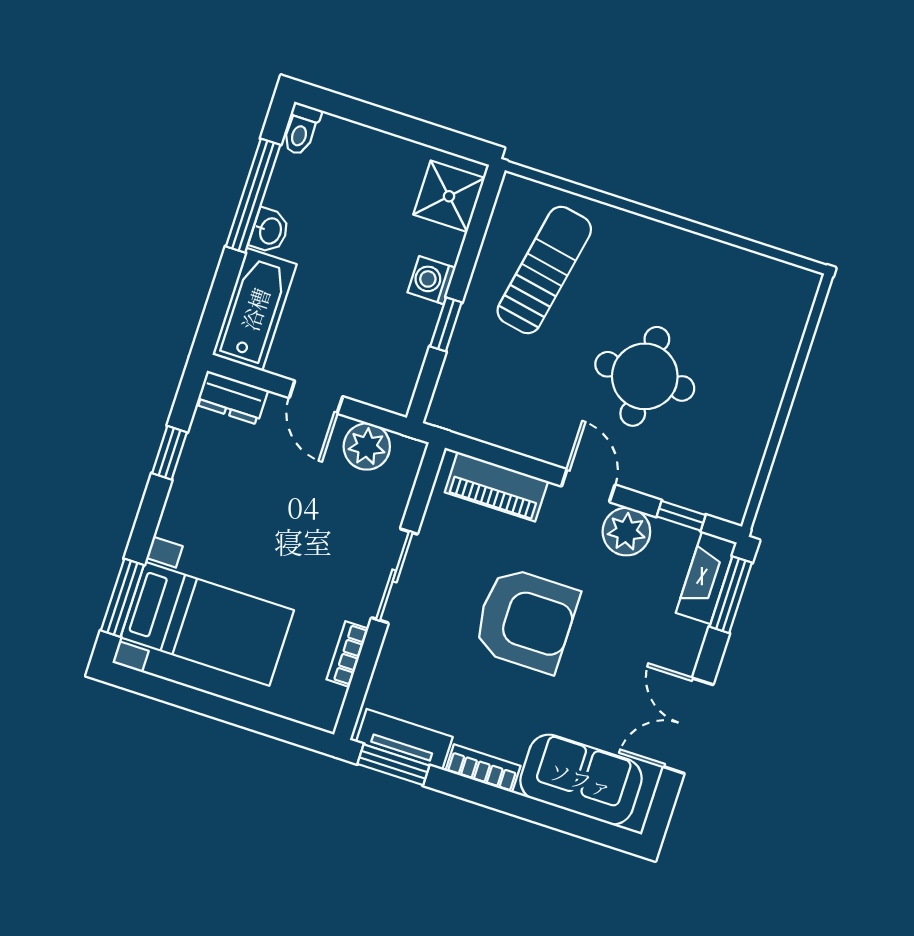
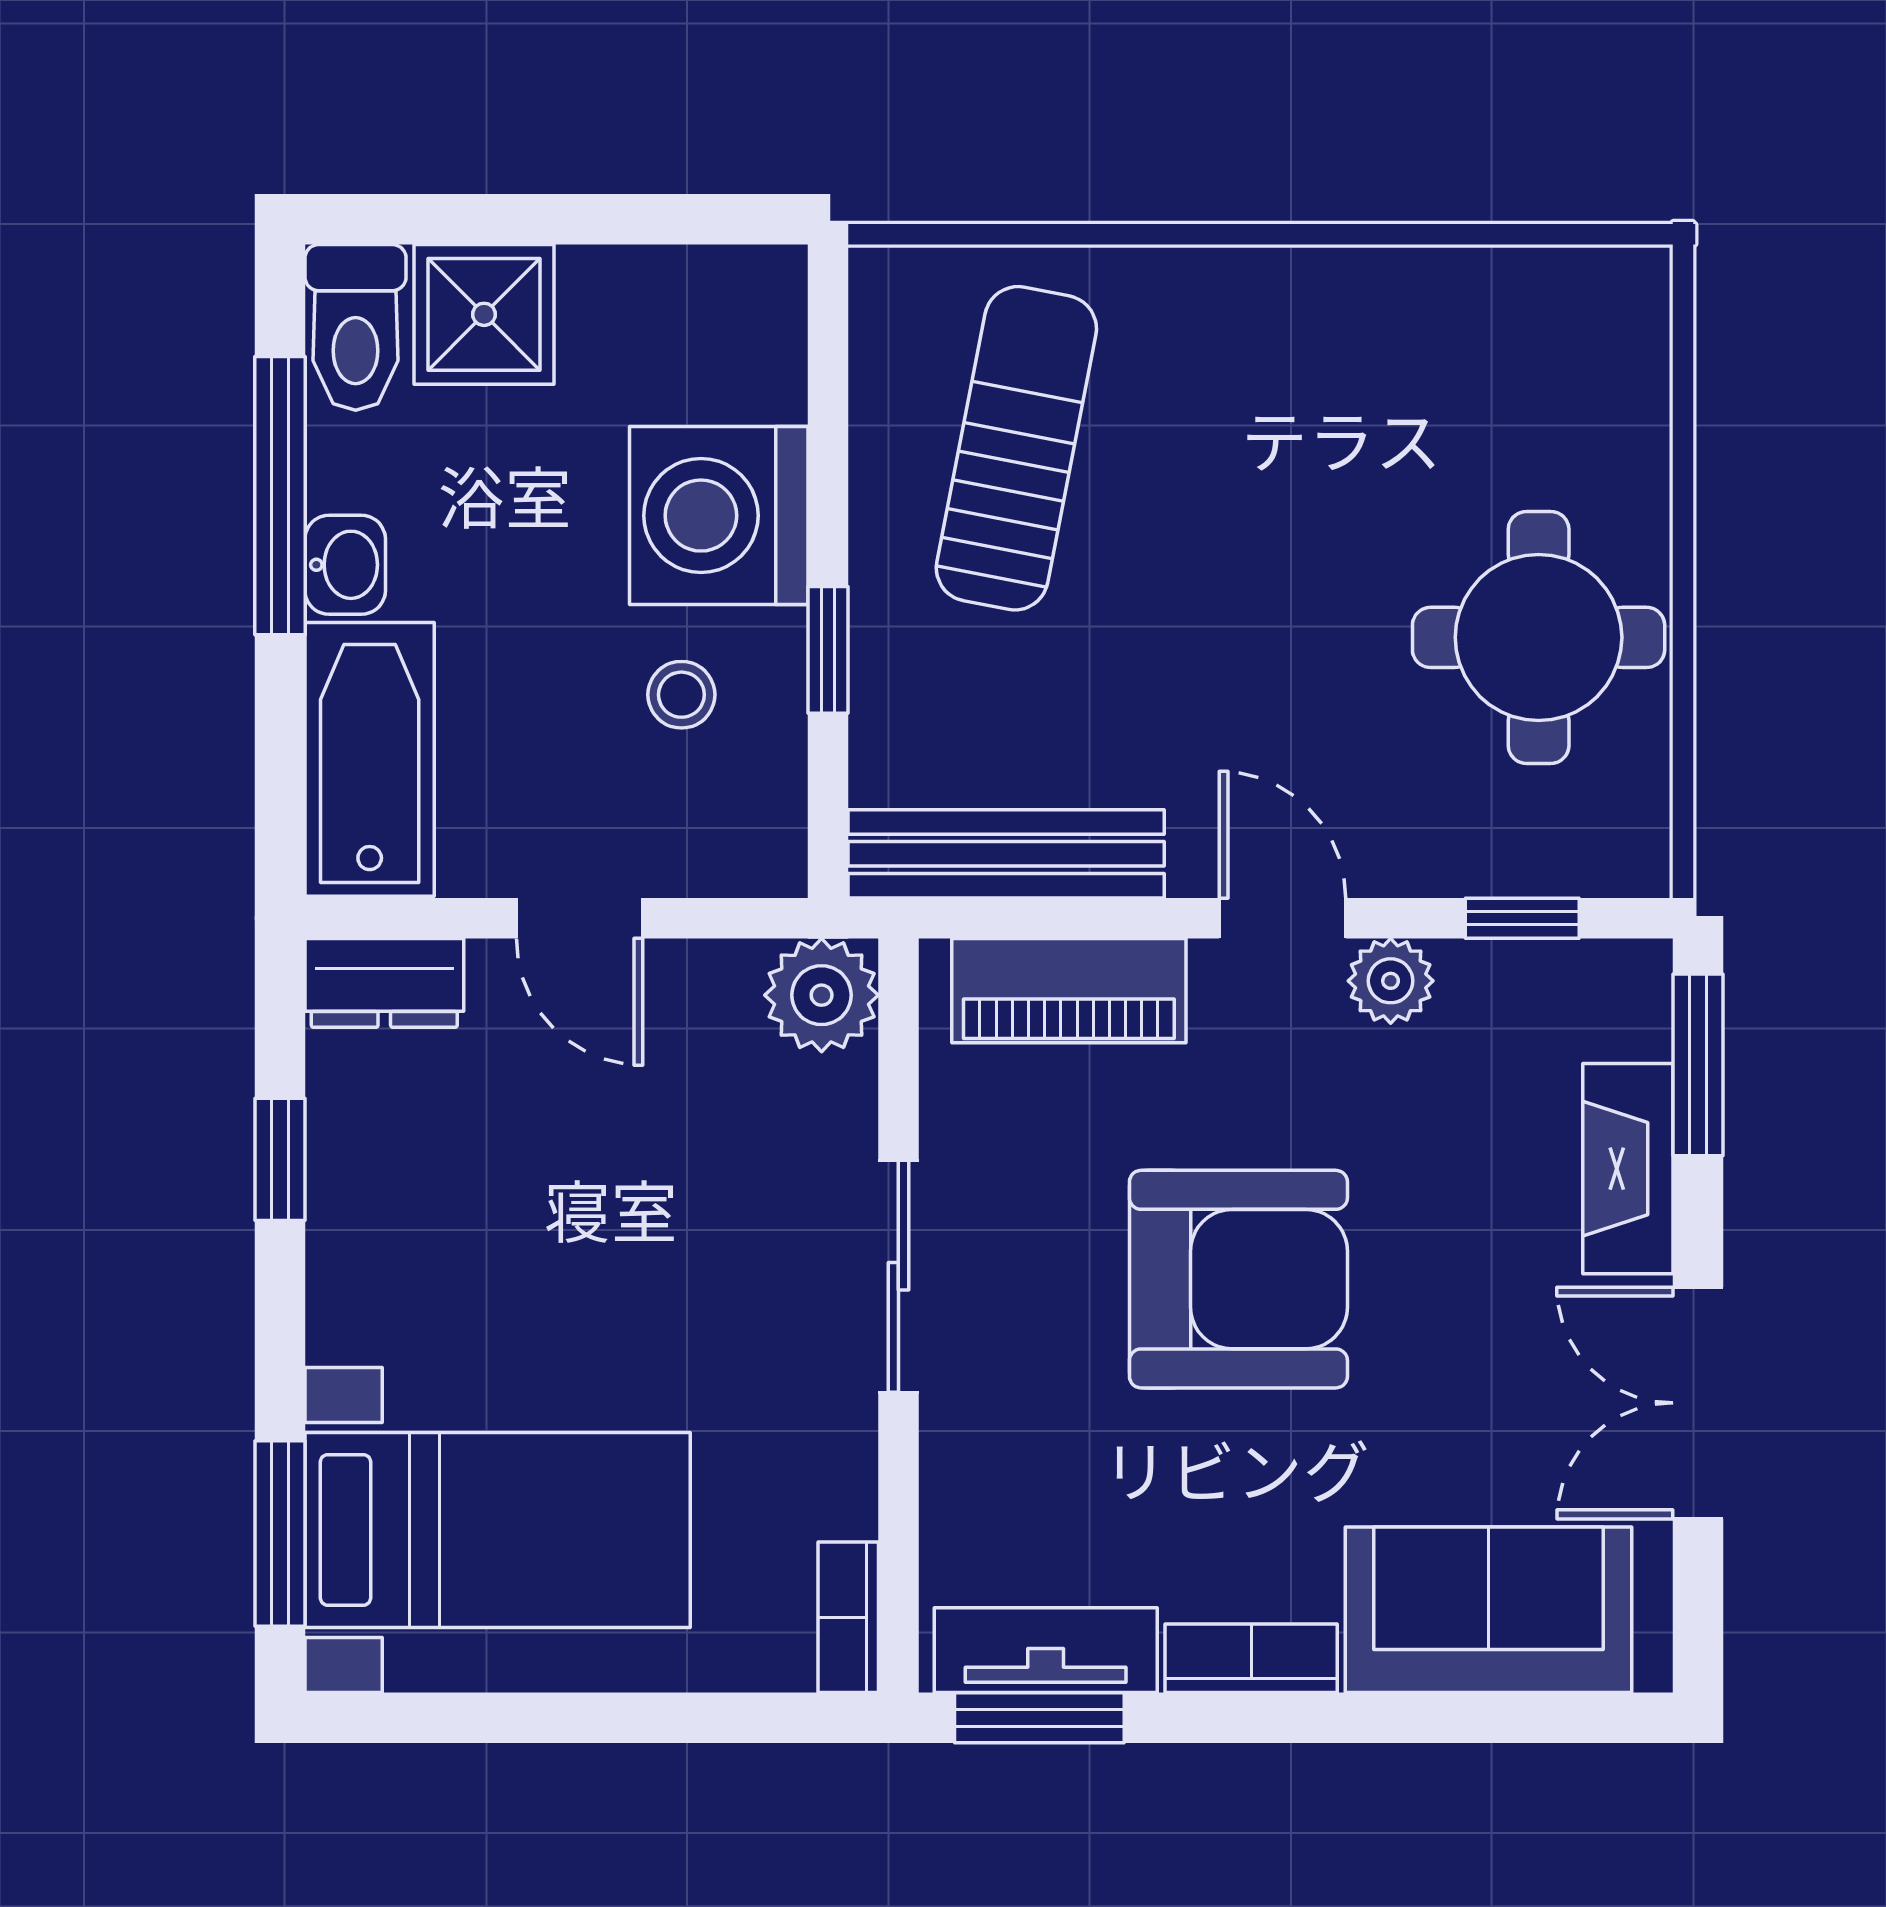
toilet: (301, 129) -> (356, 327), width x1.37, depth x1.39
shower: (449, 196) -> (484, 314), moved
washing machine: (432, 280) -> (719, 516), width x1.89, depth x1.89
stool: (384, 323) -> (681, 695), added
round table: (645, 376) -> (1539, 637), moved
bench: (489, 426) -> (1006, 854), added
plant: (367, 447) -> (822, 995), moved
plant: (626, 532) -> (1391, 981), width x0.73, depth x0.73
fireplace: (706, 578) -> (1628, 1169), moved
bookcase: (348, 654) -> (848, 1617), moved

